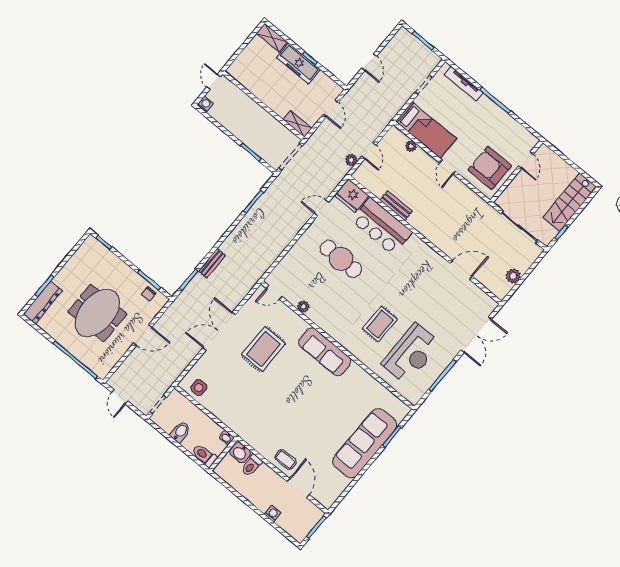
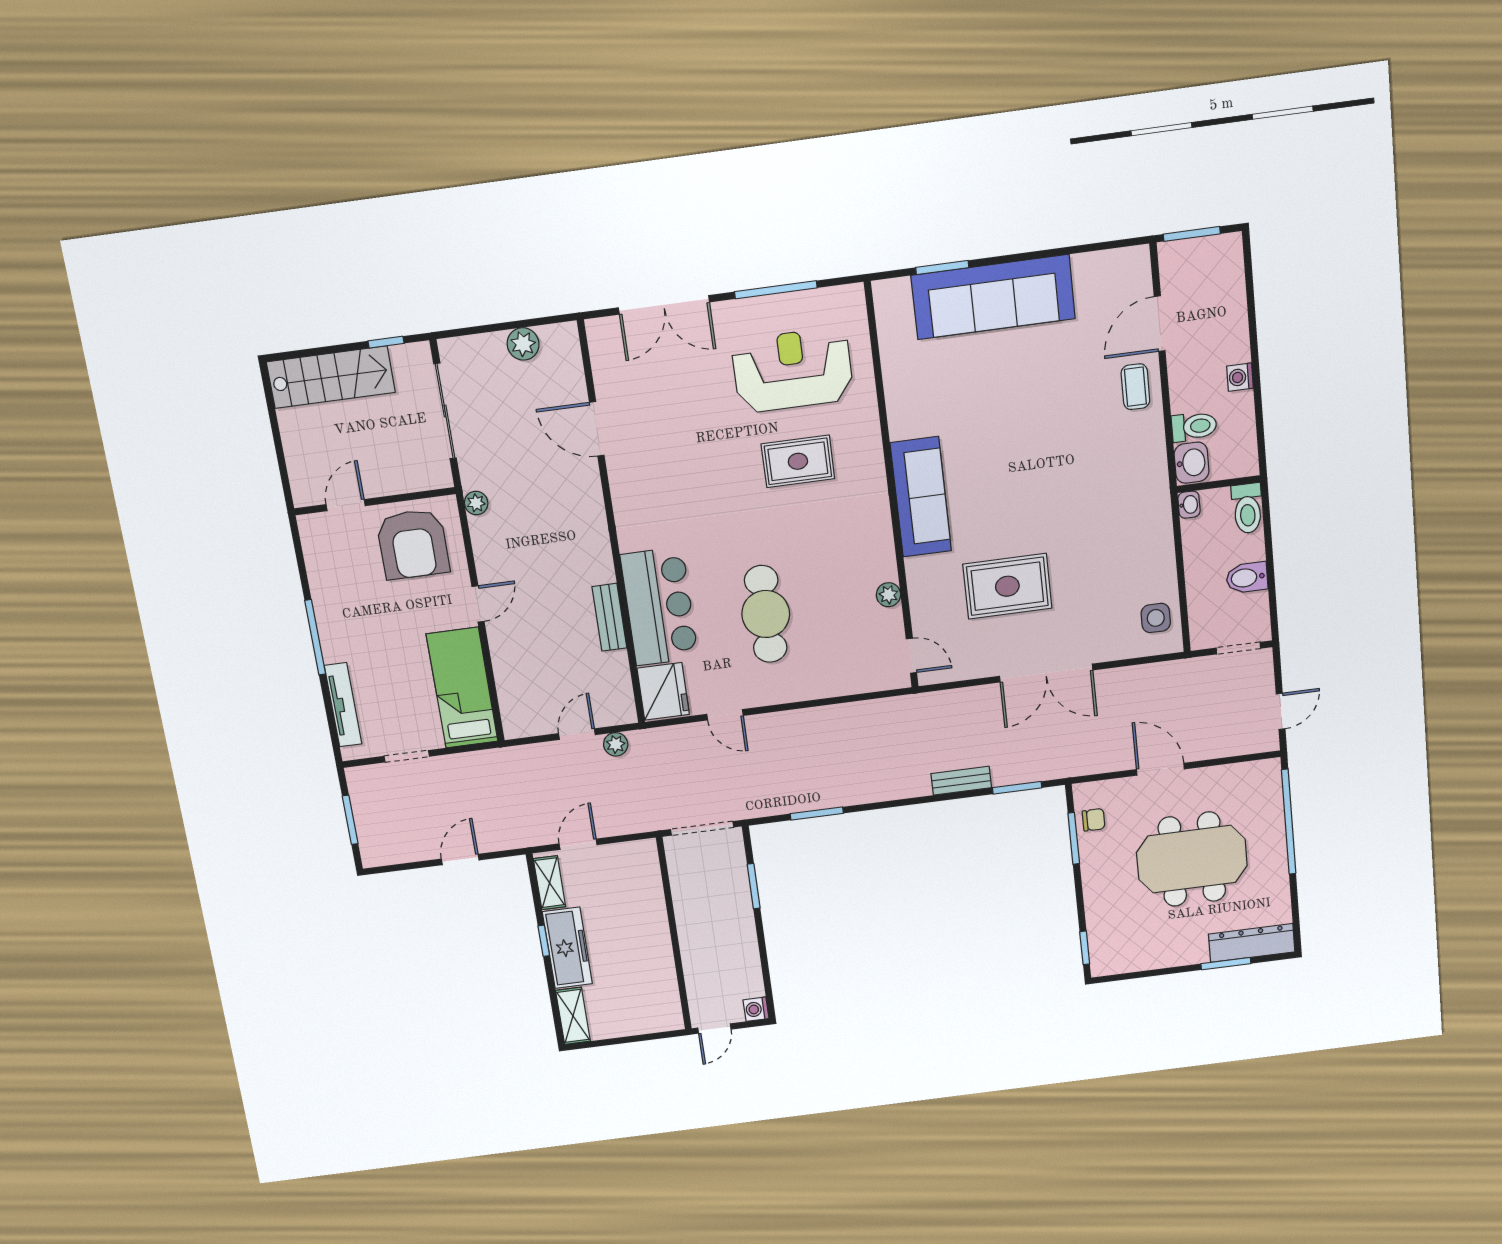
shelving: (297, 124) -> (550, 883), moved
plant: (411, 146) -> (476, 503), moved
double door: (476, 335) -> (664, 305), swing flipped
washing machine: (273, 514) -> (1240, 377), moved

